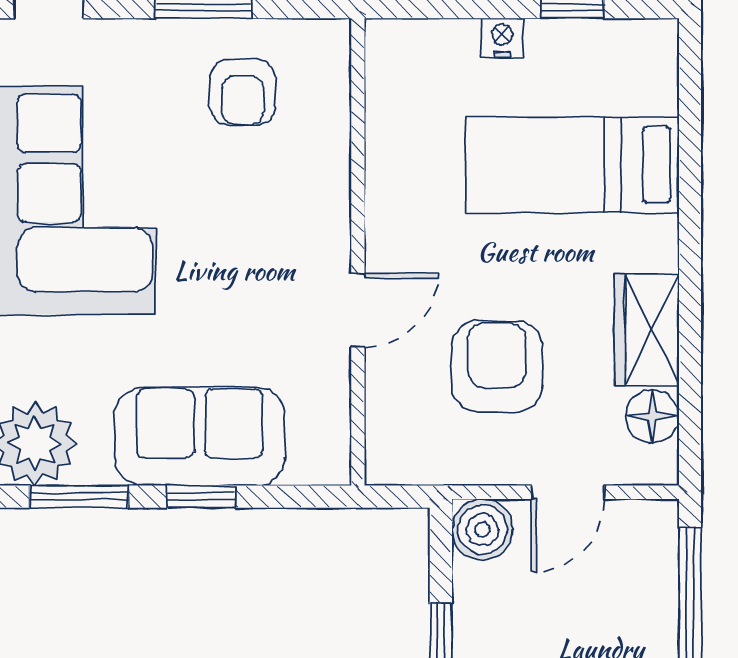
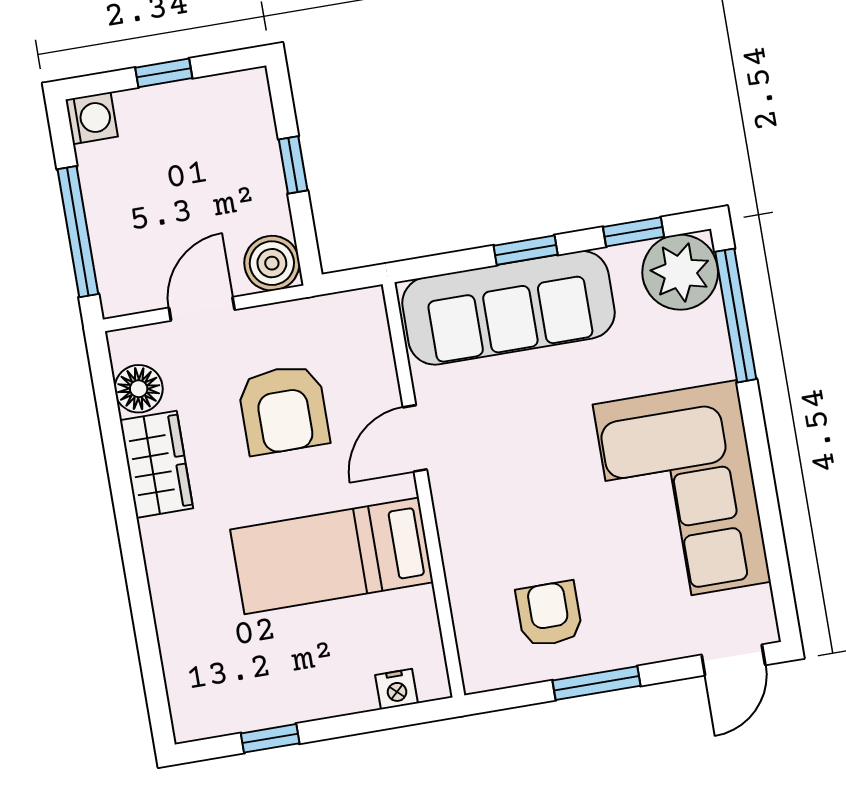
nightstand: (502, 38) -> (397, 689), moved
bed: (572, 165) -> (332, 556), moved, turned 180
sofa: (200, 436) -> (508, 308), width x1.36
window: (79, 497) -> (633, 232), width x0.67

